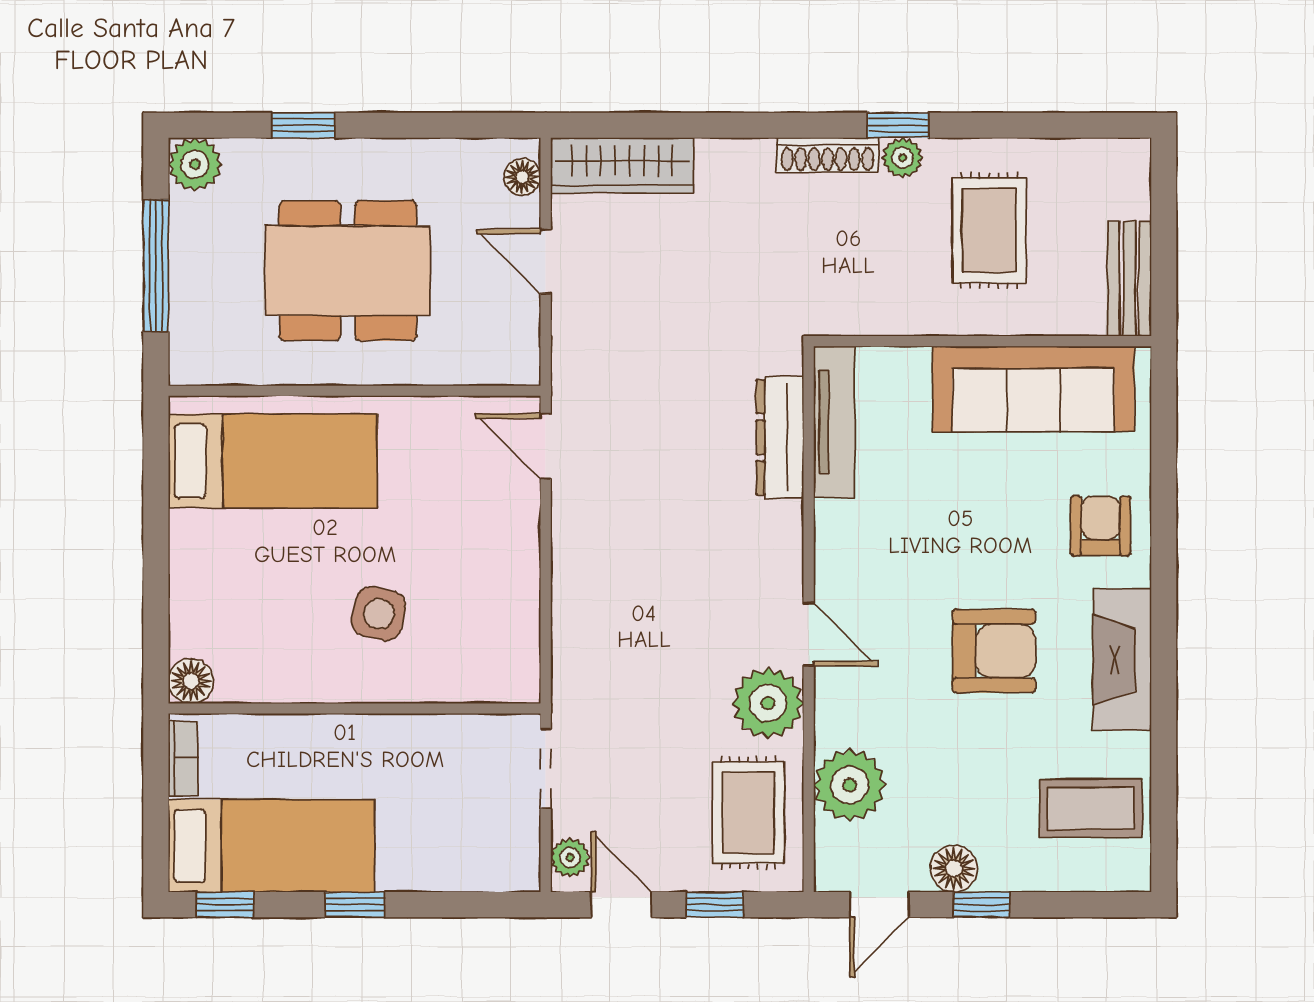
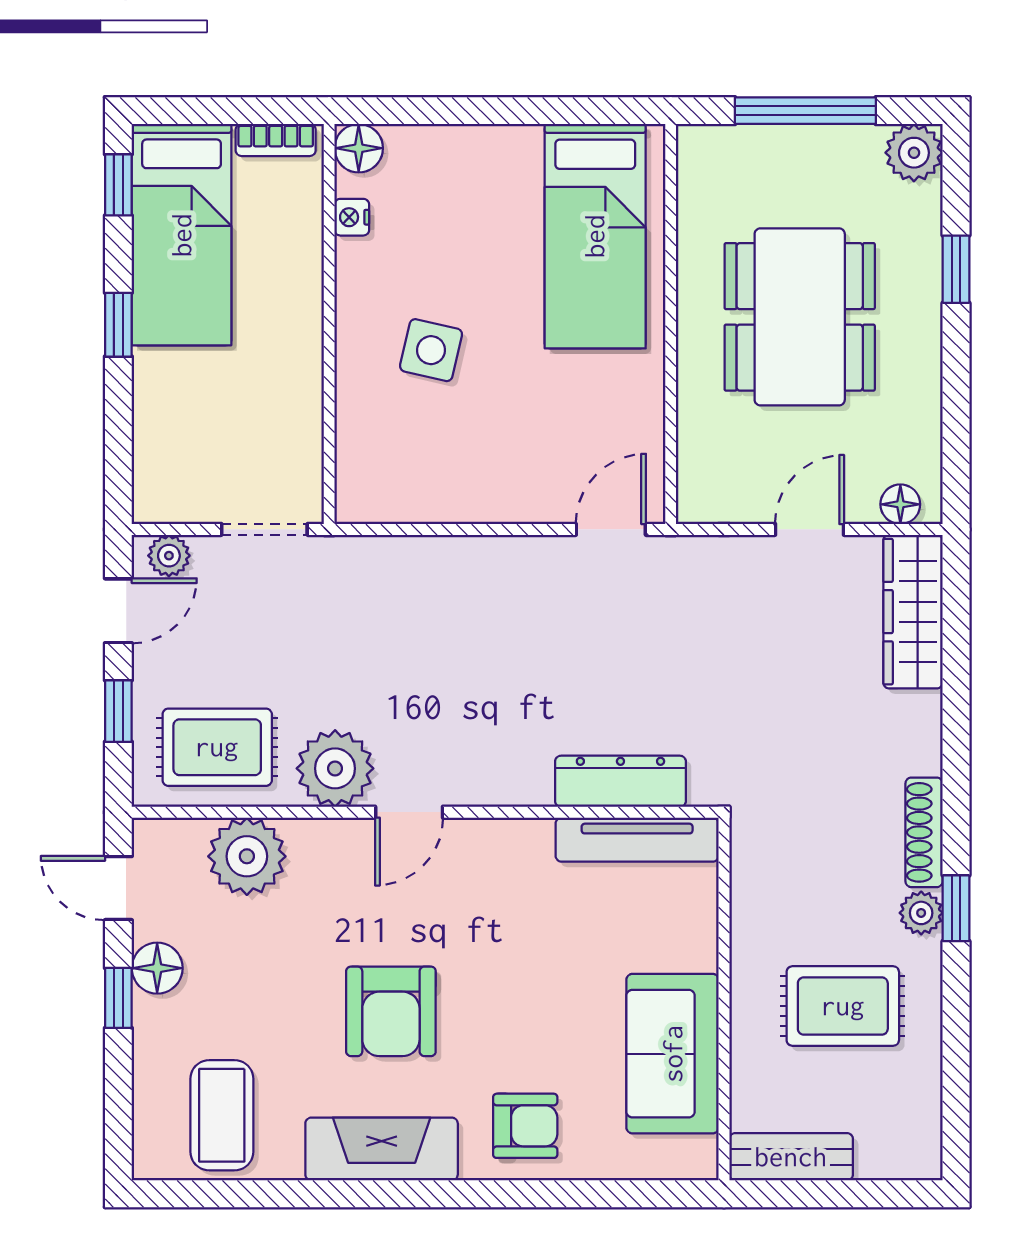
sofa: (1033, 389) -> (673, 1054), width x0.73
nightstand: (255, 687) -> (352, 217), added

